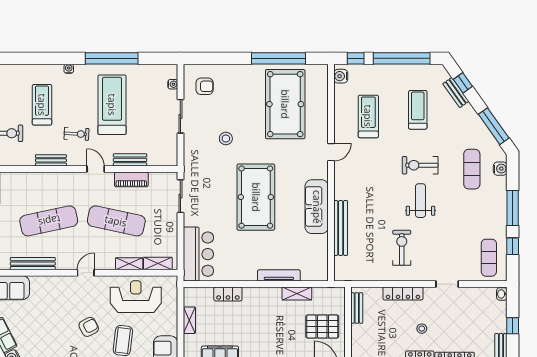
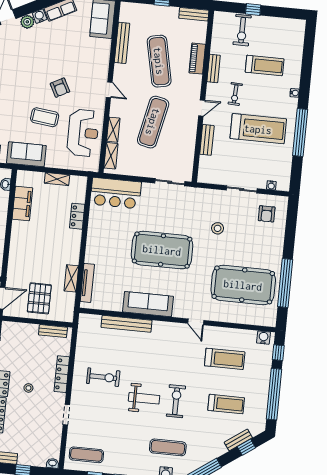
piano: (131, 179) -> (197, 59), moved
tv unit: (279, 275) -> (87, 283), moved

